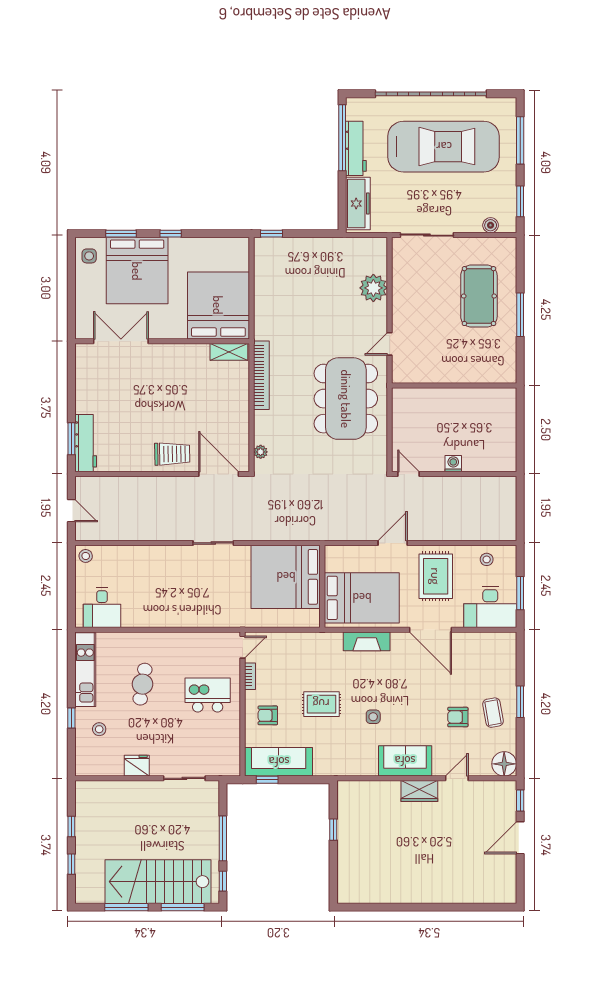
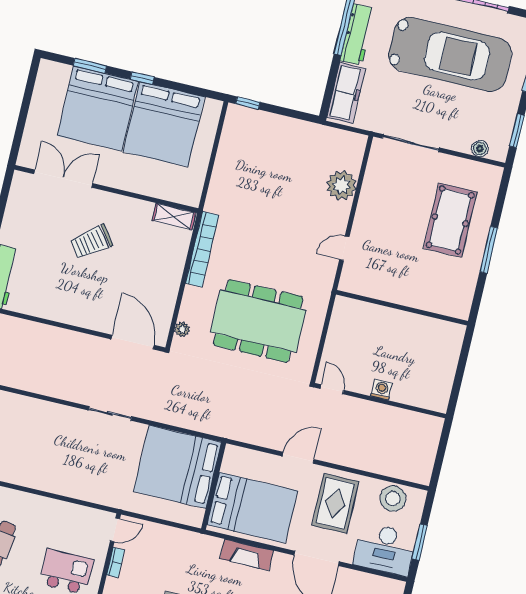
side table: (89, 256) -> (51, 81), removed
bed: (218, 305) -> (164, 124), moved, turned 180
dining table: (346, 399) -> (258, 321), moved, turned 90
trolley: (172, 454) -> (91, 242), moved, turned 144
stool: (487, 559) -> (393, 498), width x1.89, depth x1.89

